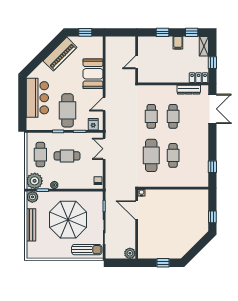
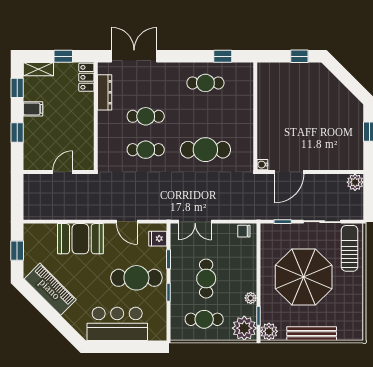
door: (137, 62) -> (63, 172), swing flipped
cafe table: (173, 155) -> (205, 83), moved

